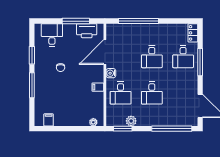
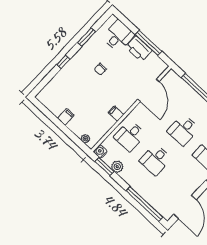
printer: (87, 31) -> (139, 49), moved
door: (105, 52) -> (148, 90), swing flipped
water cooler: (111, 73) -> (100, 151), moved
window: (32, 85) -> (63, 62), width x0.46
filing cabinet: (49, 120) -> (66, 117), moved

